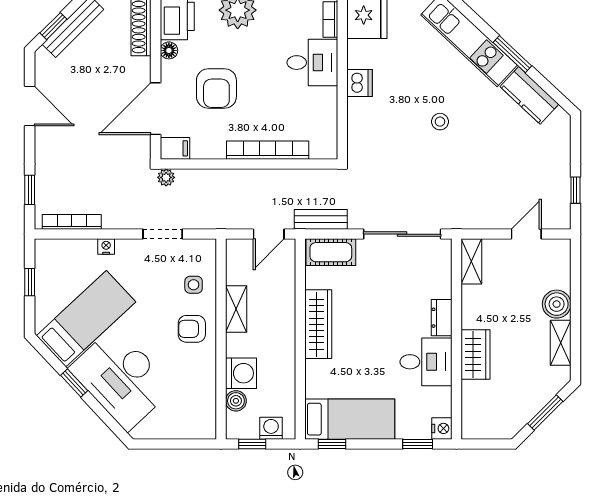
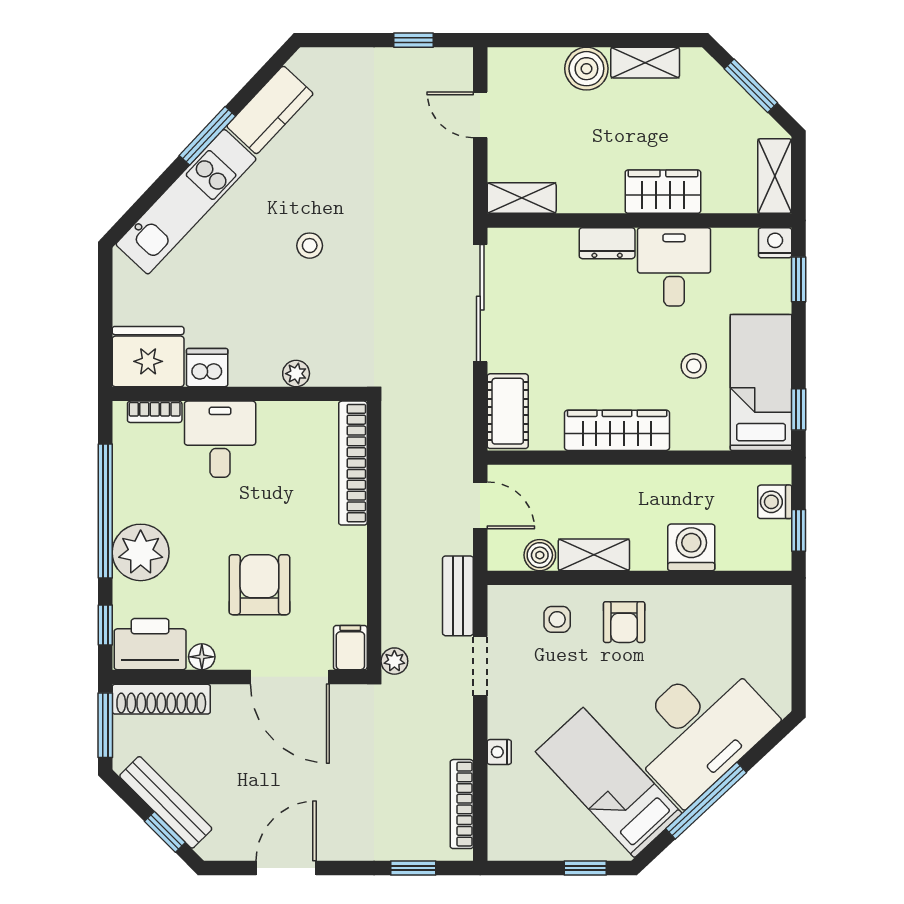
dishwasher: (360, 83) -> (207, 368), moved
armchair: (216, 88) -> (259, 585), turned -90
plant: (356, 113) -> (296, 374), added
bookcase: (268, 150) -> (353, 463), moved
bench: (321, 219) -> (458, 596), moved
window: (30, 282) -> (585, 868), moved
stool: (361, 375) -> (694, 366), added
window: (74, 383) -> (706, 801), width x2.17
boiler: (236, 401) -> (540, 555), moved
shelving: (486, 428) -> (775, 176), added

